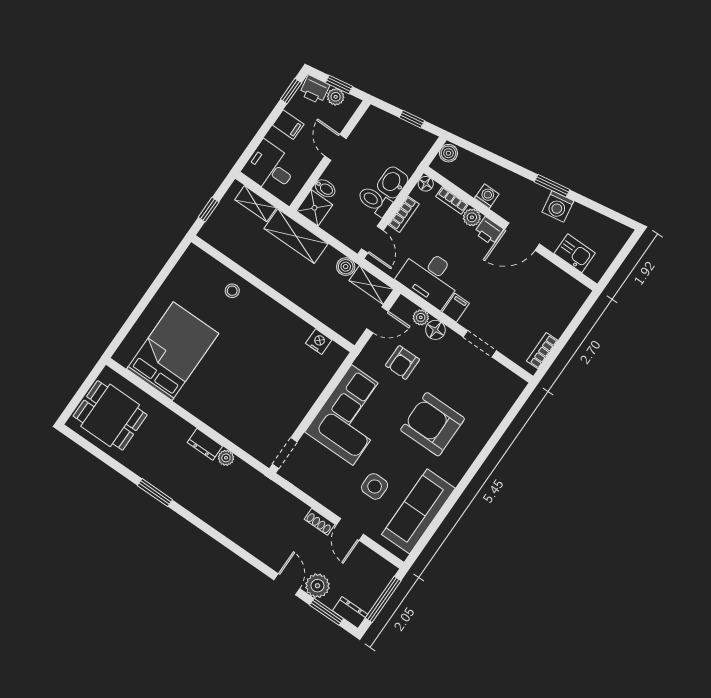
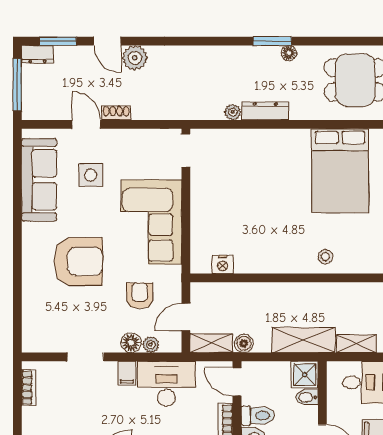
dresser: (205, 444) -> (265, 111), width x1.44
floor lamp: (148, 474) -> (289, 53), added
plant: (317, 586) -> (135, 58), moved

